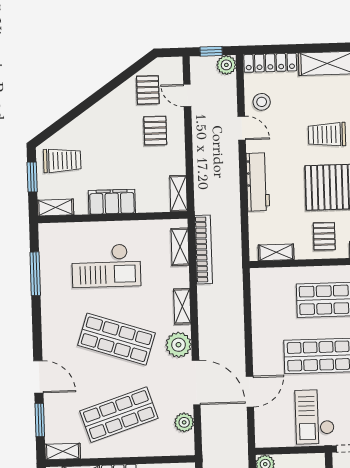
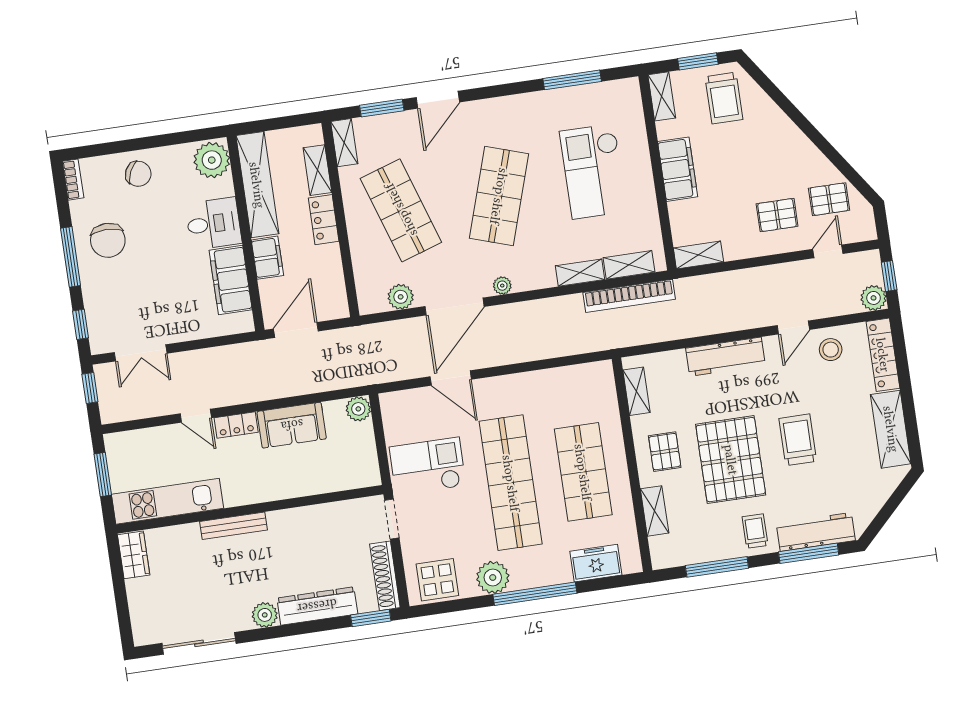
pallet: (324, 236) -> (665, 452), turned 90
shelving: (182, 306) -> (580, 273), moved
plant: (179, 345) -> (502, 286), width x0.53, depth x0.53

